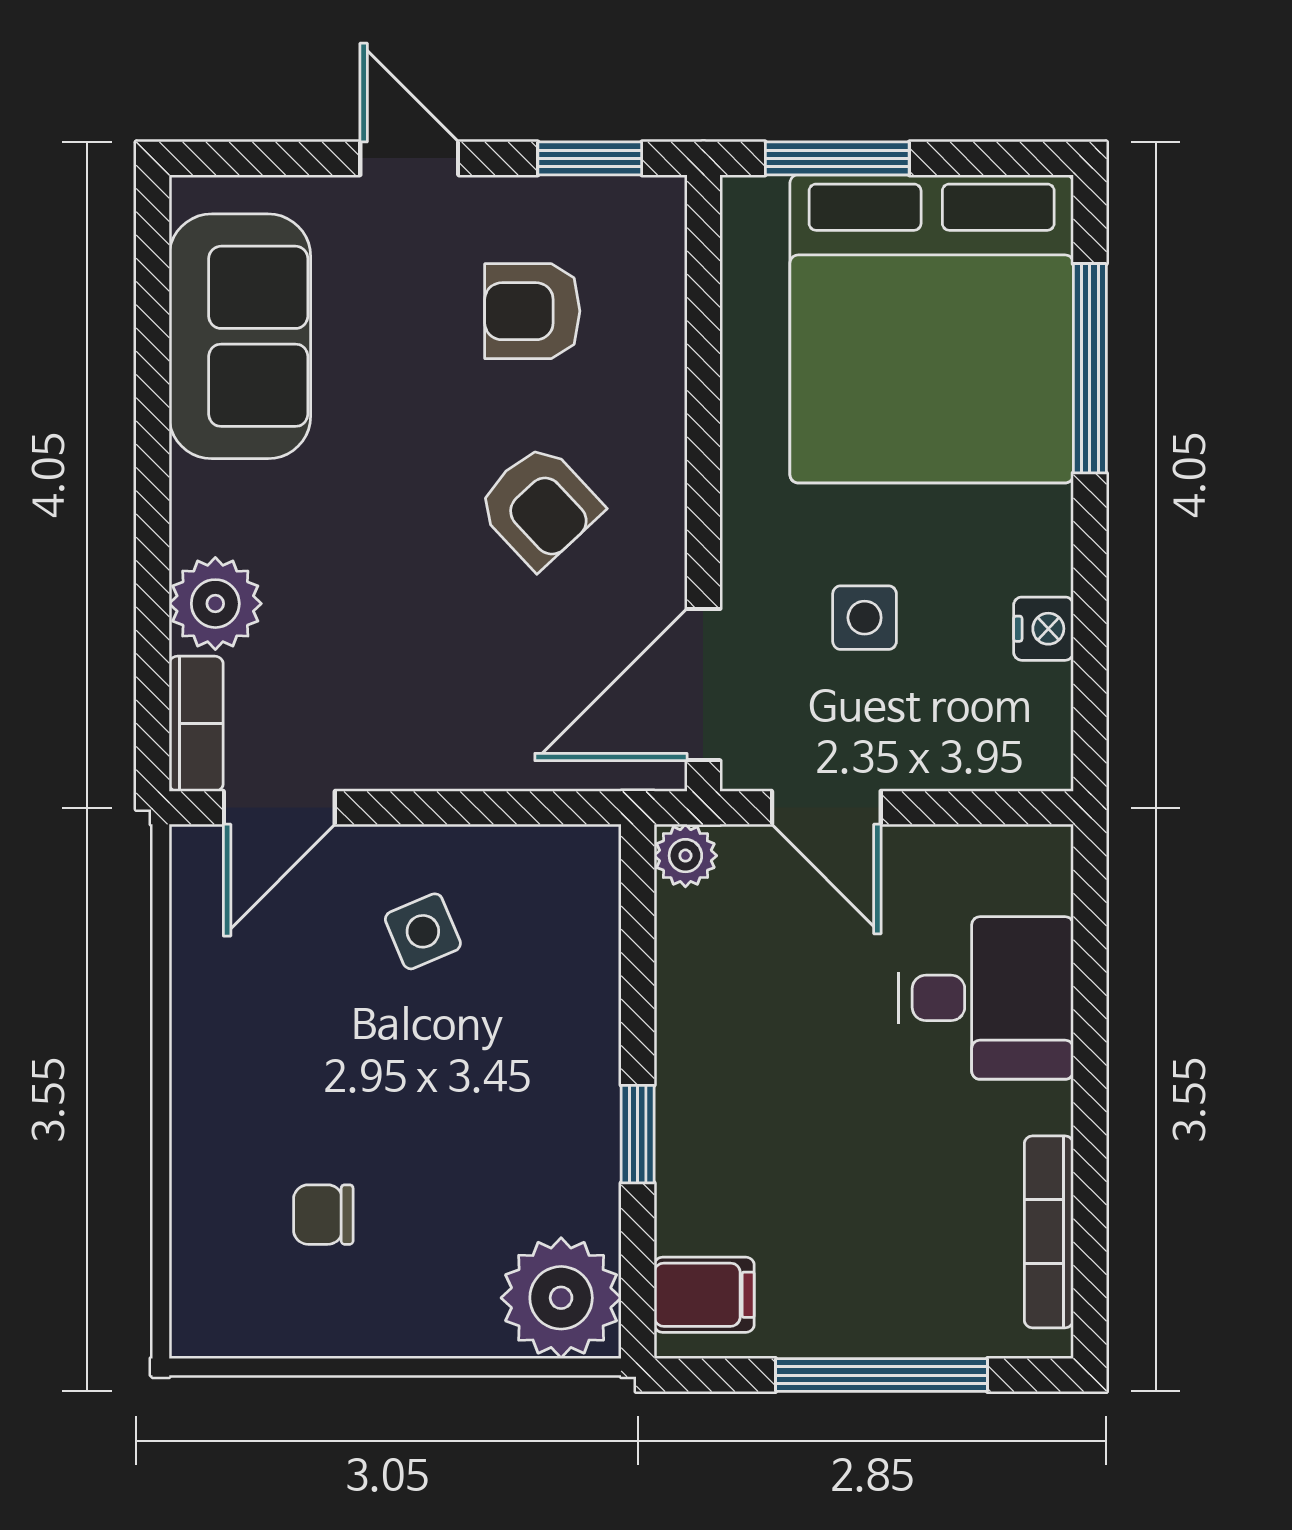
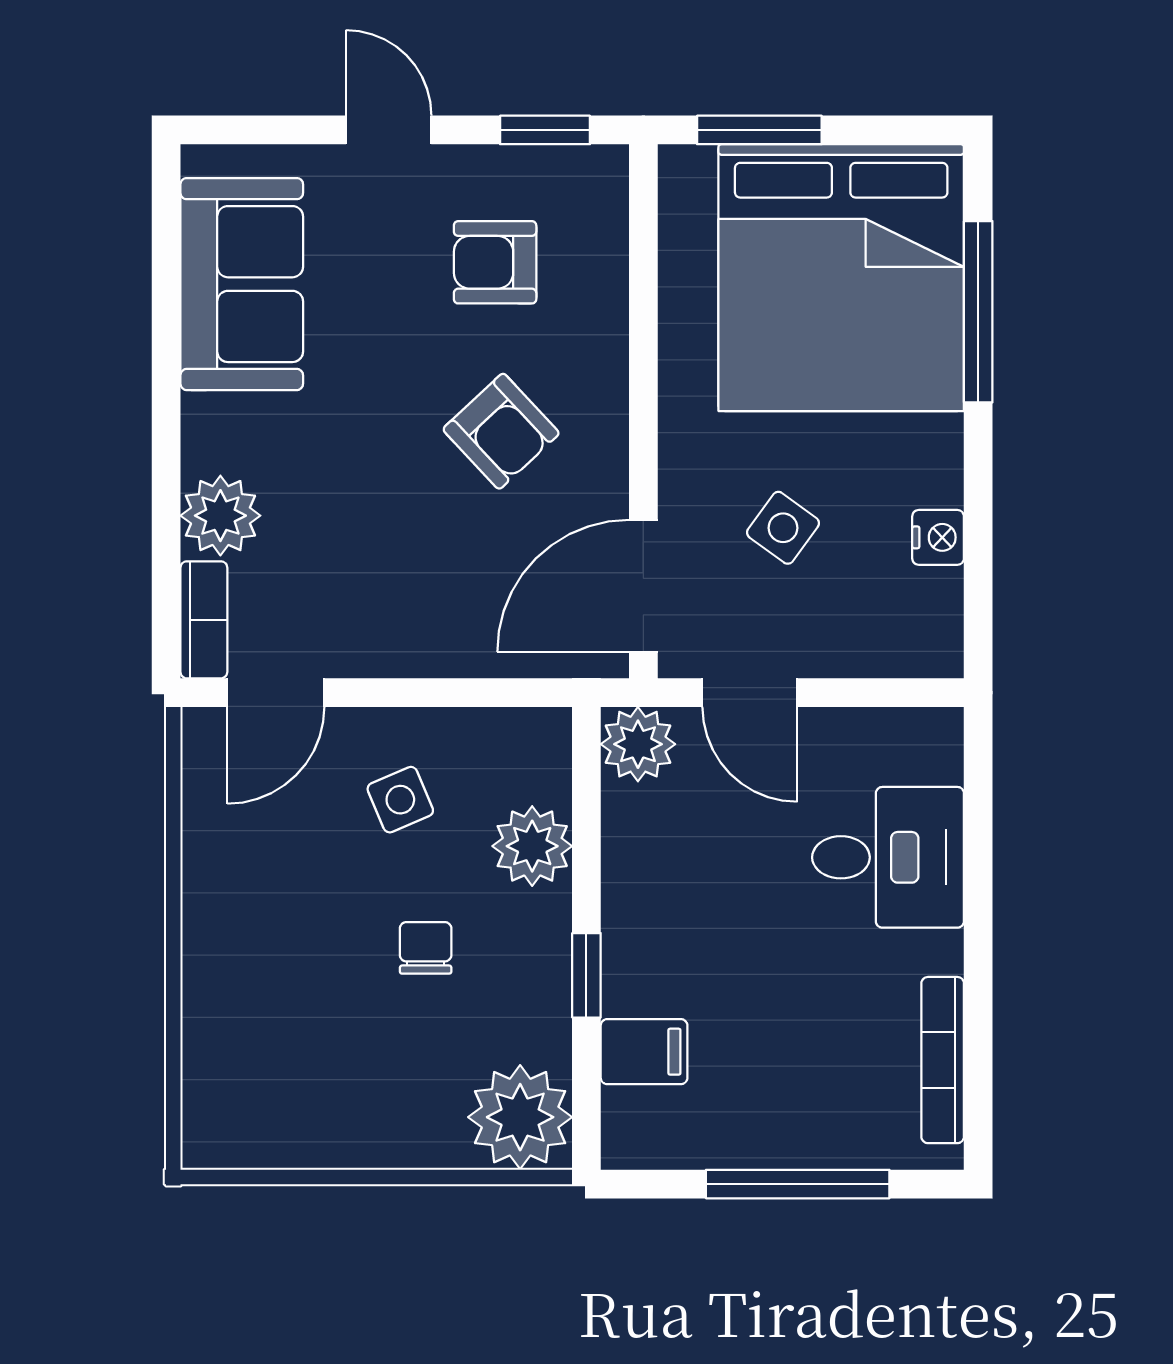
side table: (865, 618) -> (783, 528), turned 36
plant: (685, 856) -> (638, 744), width x1.38, depth x1.38
plant: (575, 985) -> (532, 846), added
chair: (323, 1215) -> (426, 948), moved, turned 90
filing cabinet: (704, 1295) -> (644, 1052), moved

